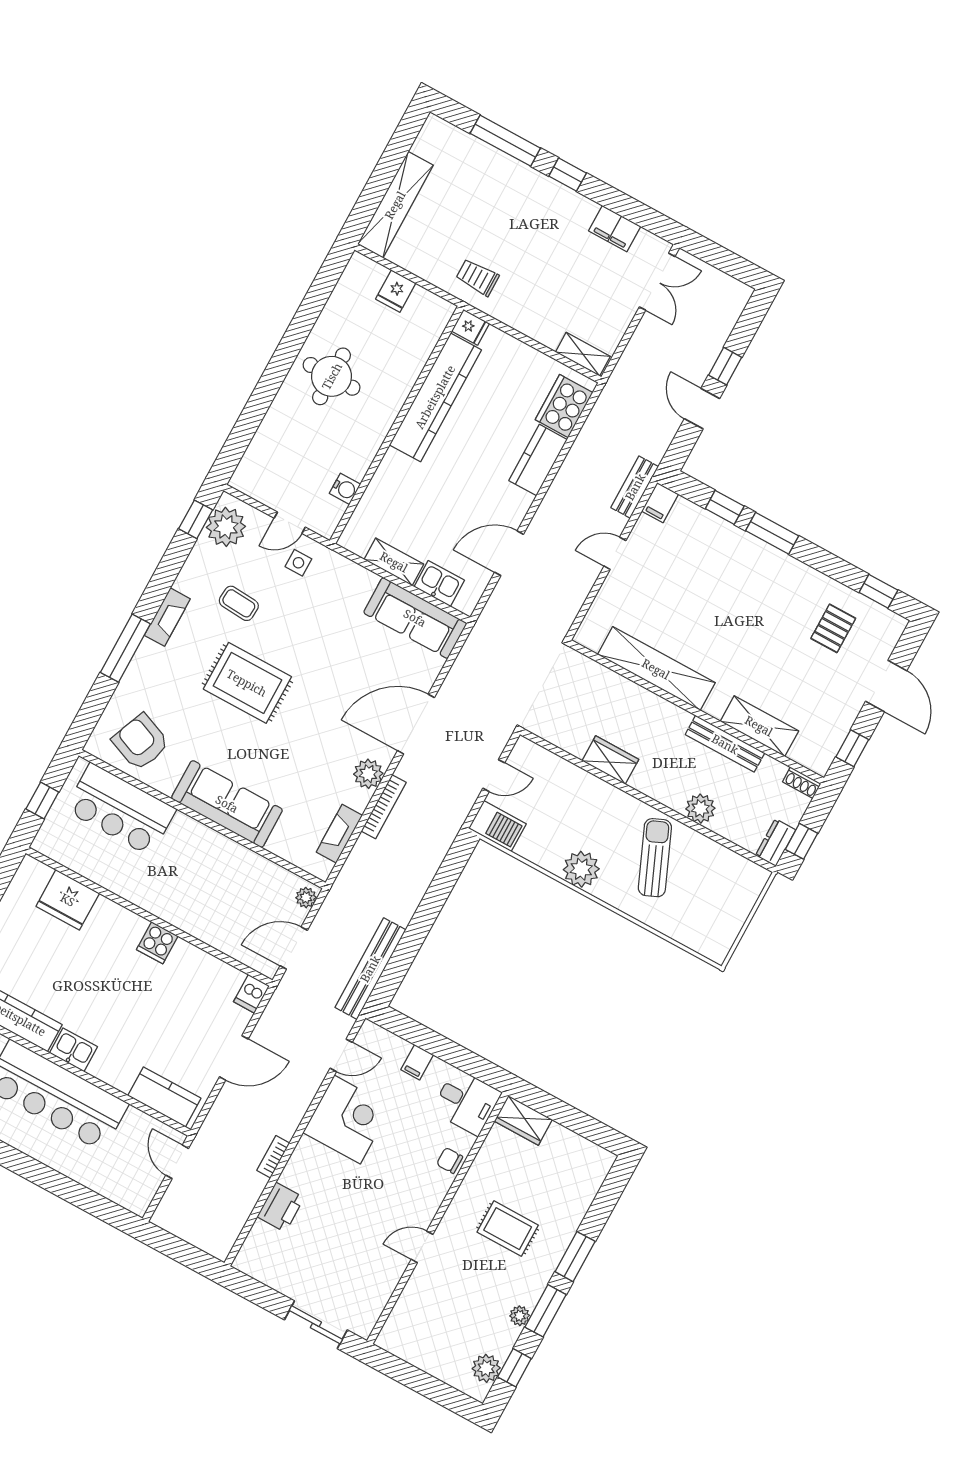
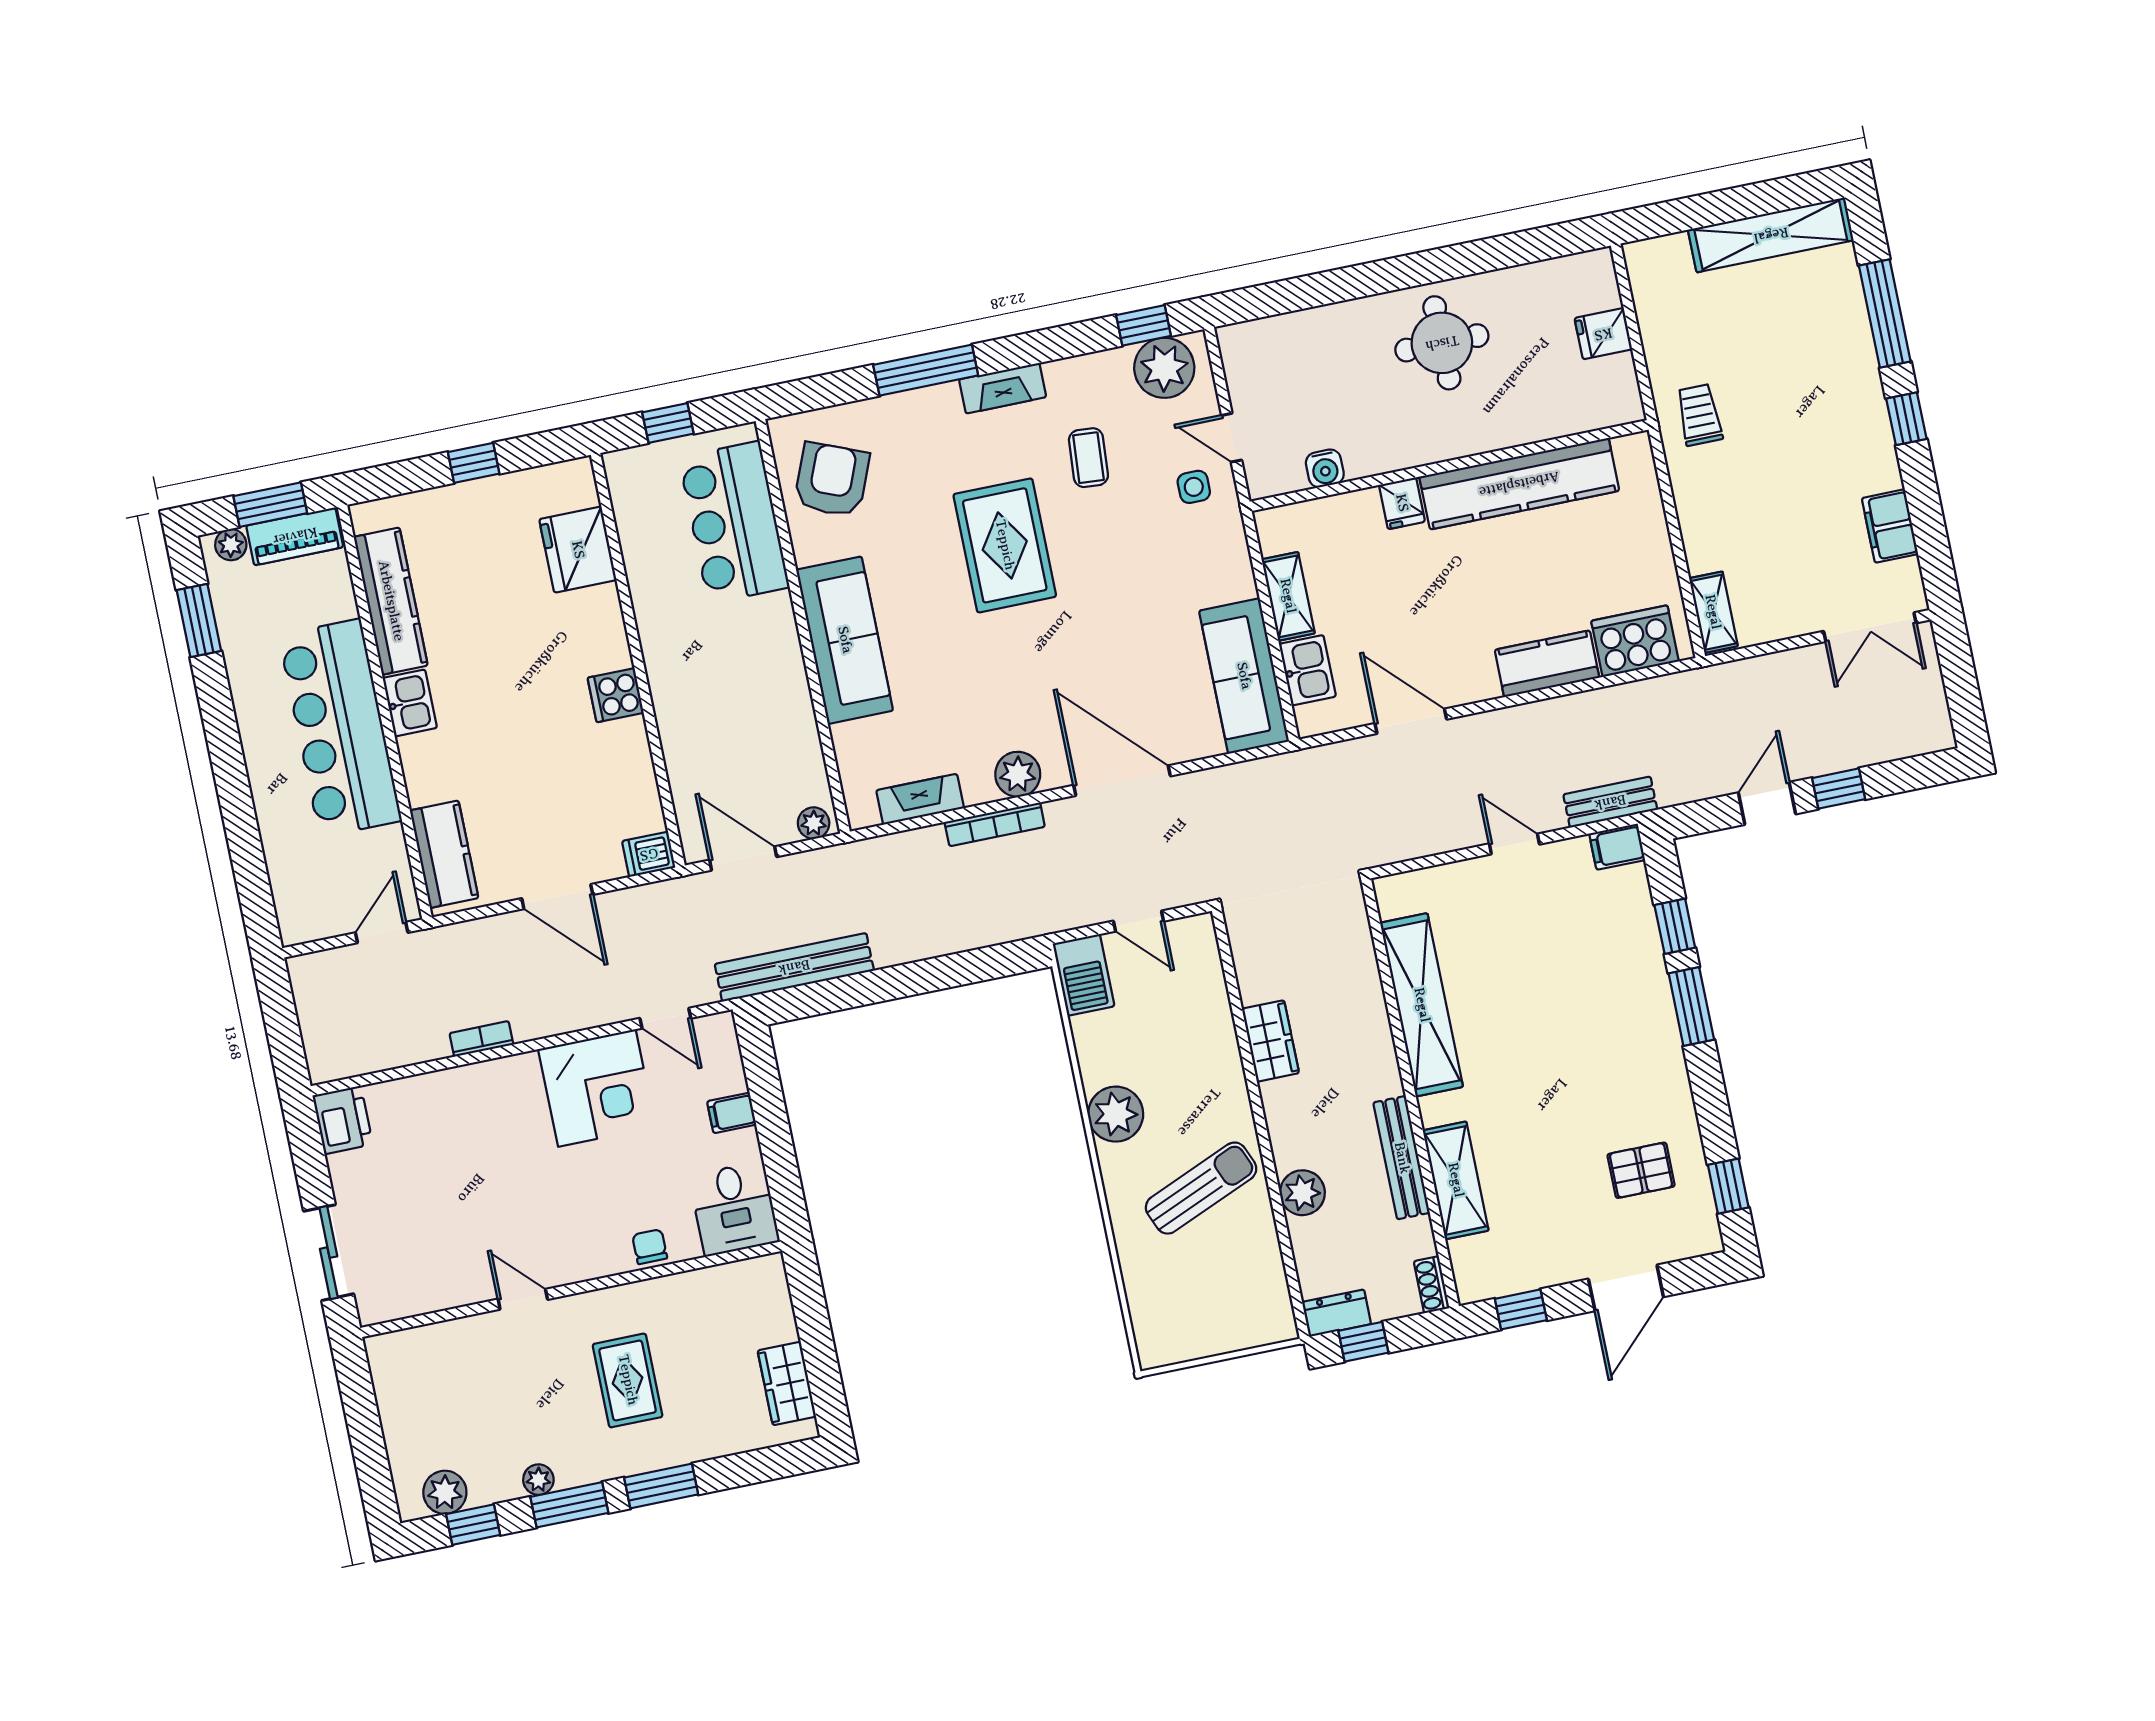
shelving: (395, 205) -> (1771, 235), moved
fridge: (470, 327) -> (1402, 503), moved
wardrobe: (523, 1120) -> (787, 1384), moved
printer: (281, 1207) -> (343, 1120), moved, turned -90

